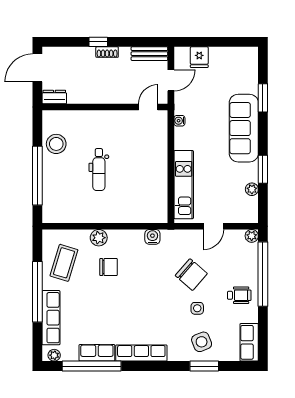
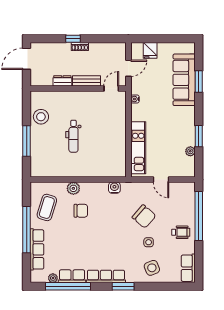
bench: (149, 54) -> (87, 81), moved
dresser: (54, 97) -> (62, 81), moved
sofa: (244, 128) -> (184, 80), moved
window: (37, 176) -> (27, 141), width x0.68
door: (213, 226) -> (161, 180), hinge flipped
plant: (252, 236) -> (190, 187), removed
plant: (54, 355) -> (53, 278), moved
window: (204, 366) -> (123, 286), moved

